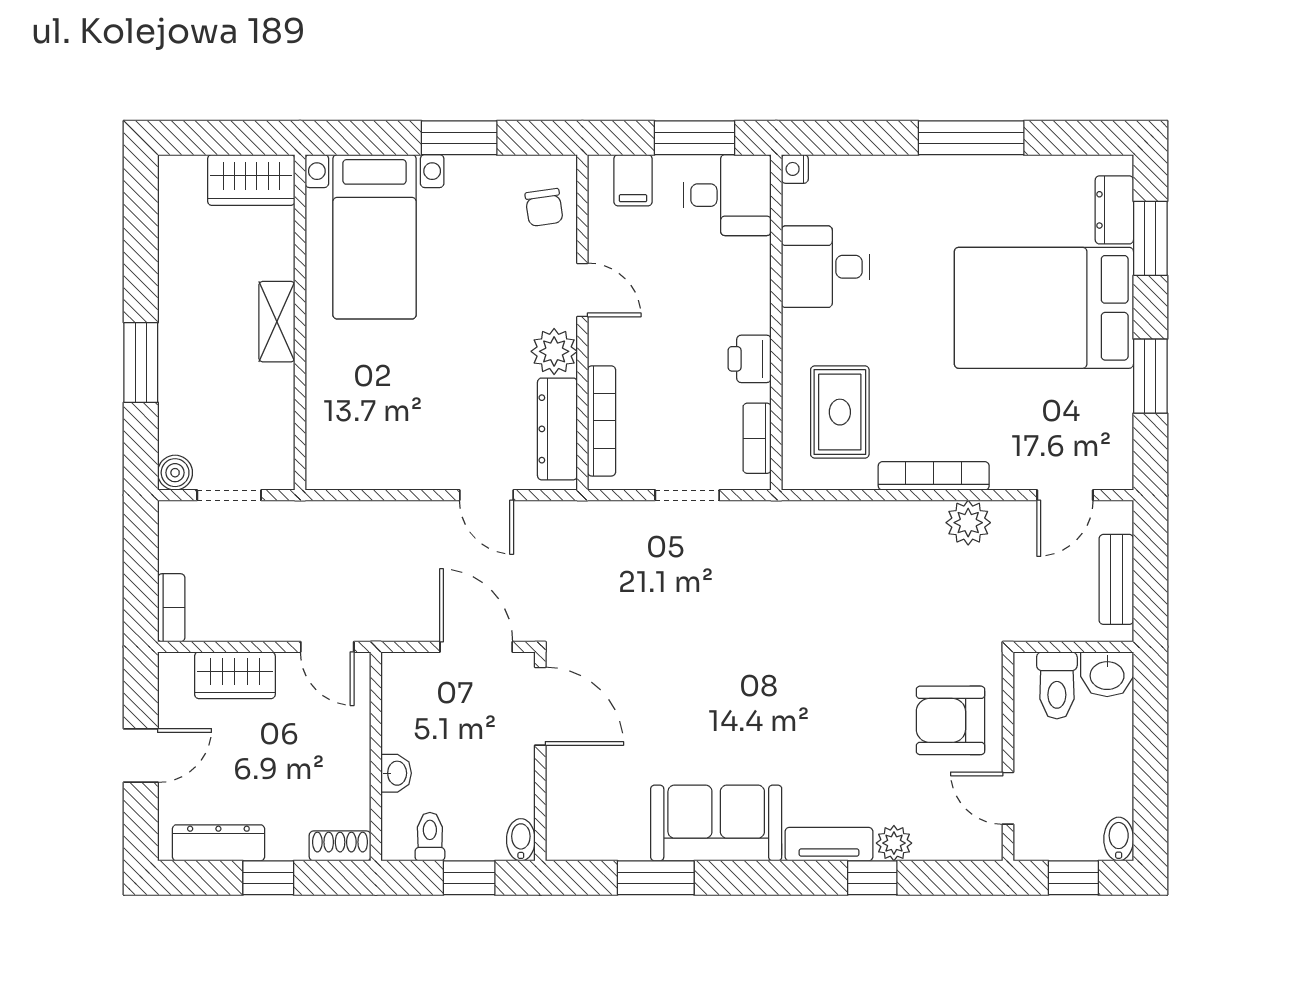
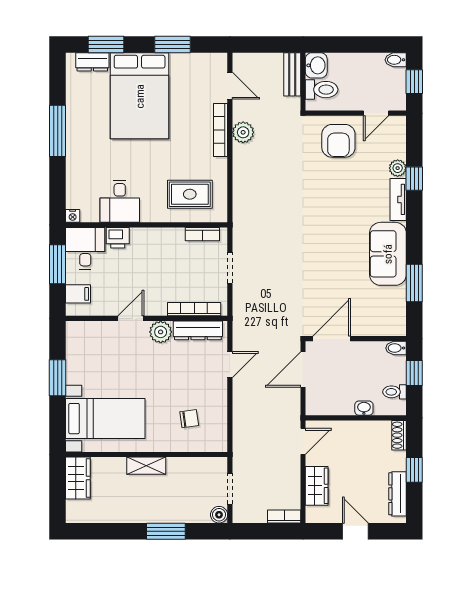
chair: (544, 207) -> (189, 419), moved
printer: (750, 359) -> (118, 238), moved
bookcase: (934, 476) -> (221, 130), moved
bench: (1116, 579) -> (292, 74), moved, turned 90

